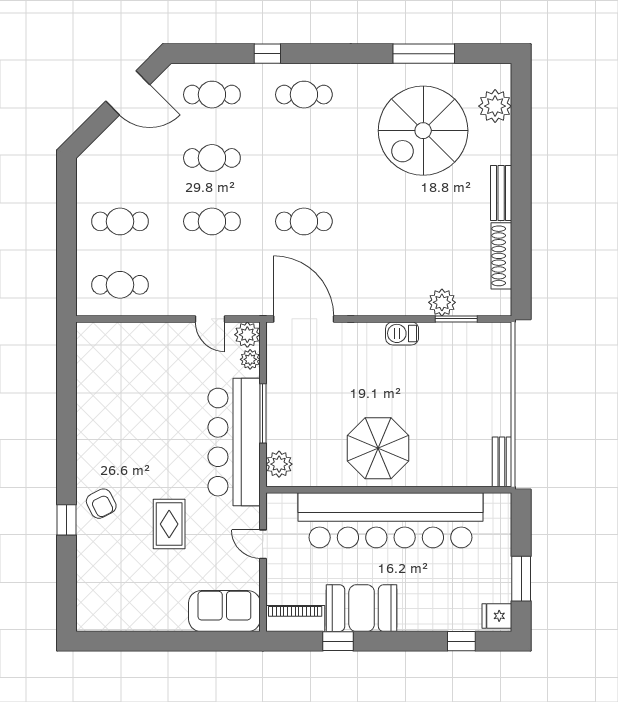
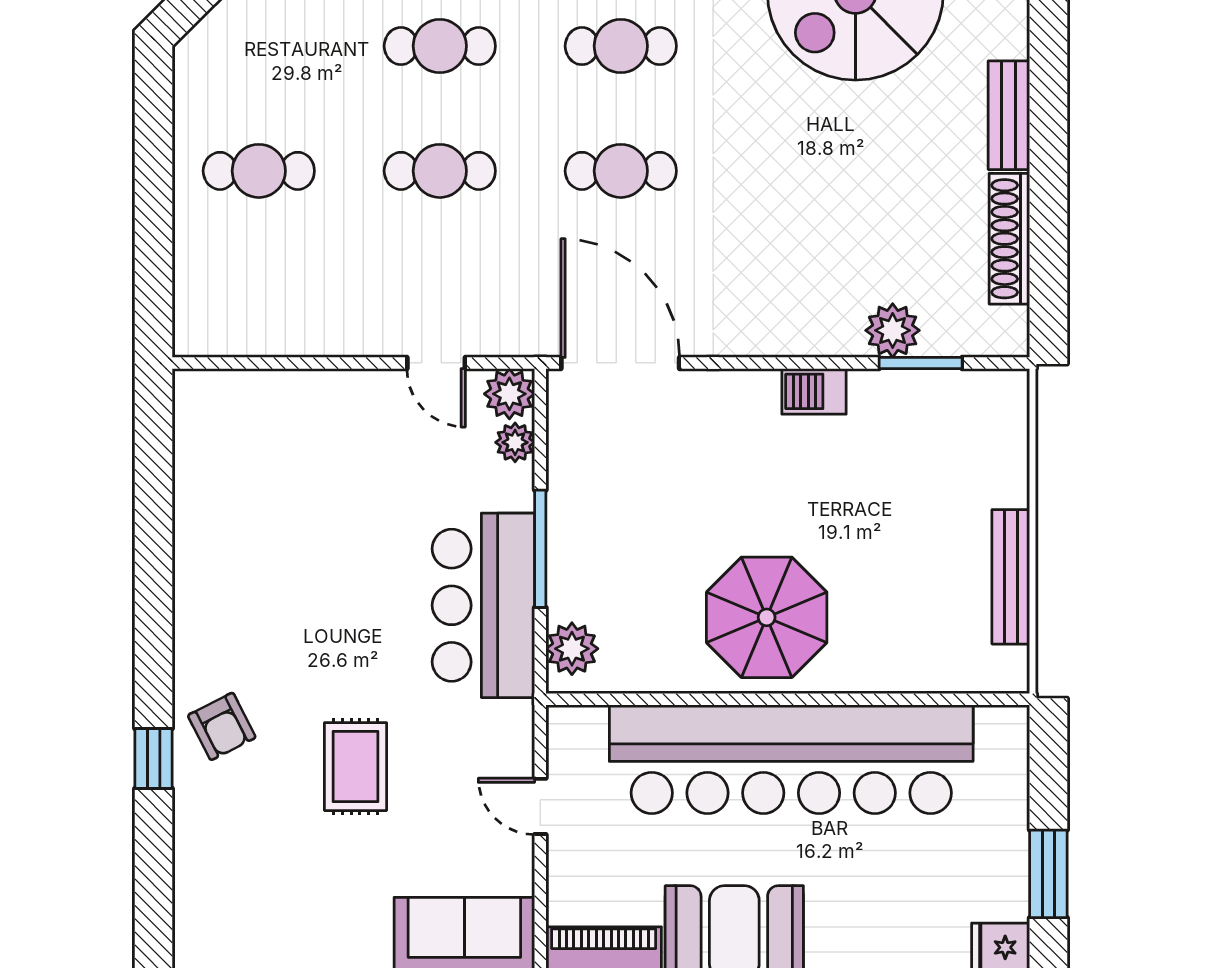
cafe table: (120, 285) -> (621, 46), moved
bar counter: (234, 442) -> (483, 605), width x0.73
bench: (502, 462) -> (1011, 577), moved, width x1.36

